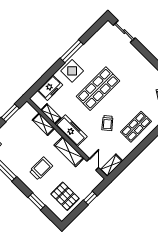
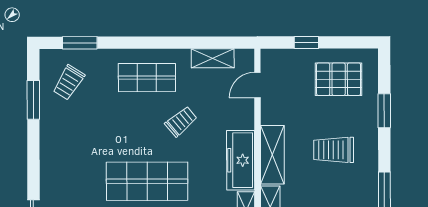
shelving: (69, 152) -> (272, 155), moved
shelving: (111, 165) -> (213, 58), moved
pallet: (65, 196) -> (339, 79), turned 90

